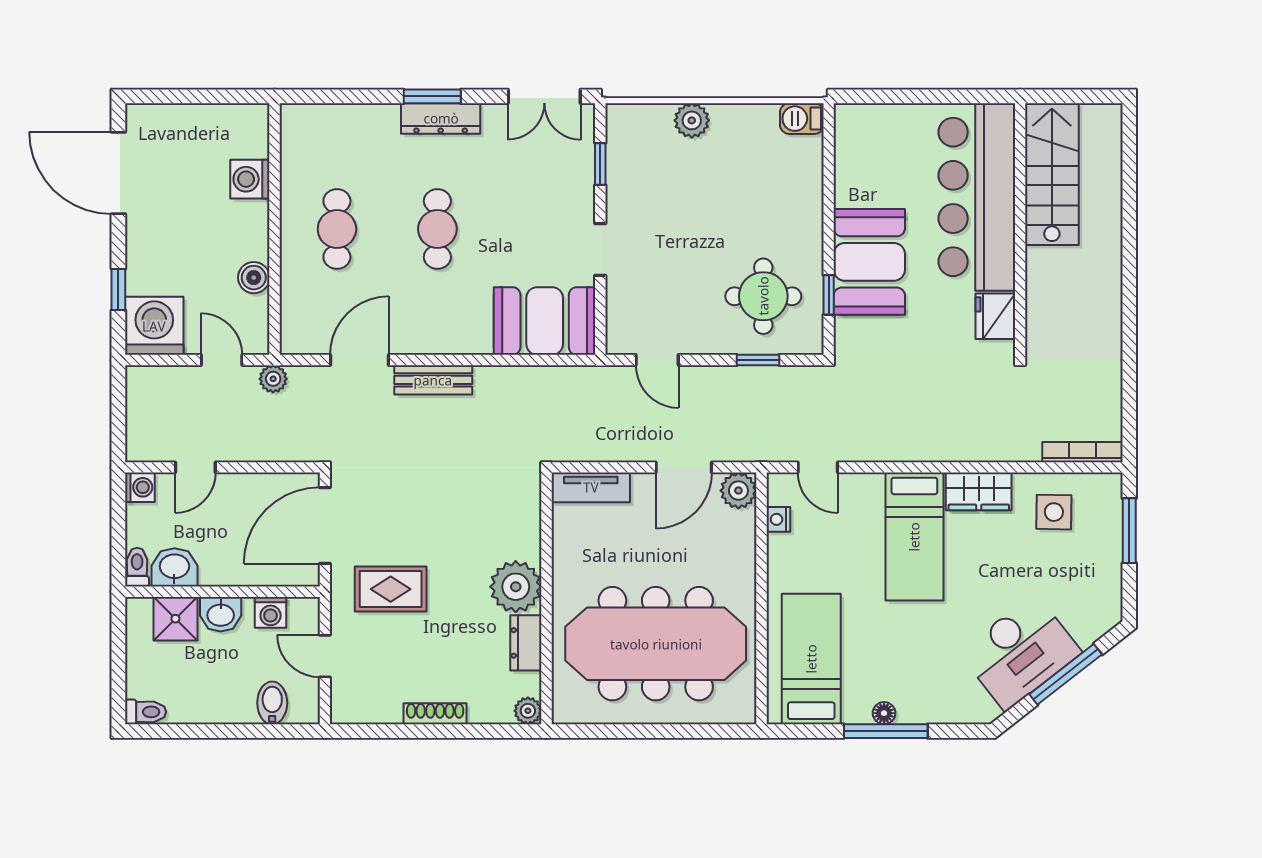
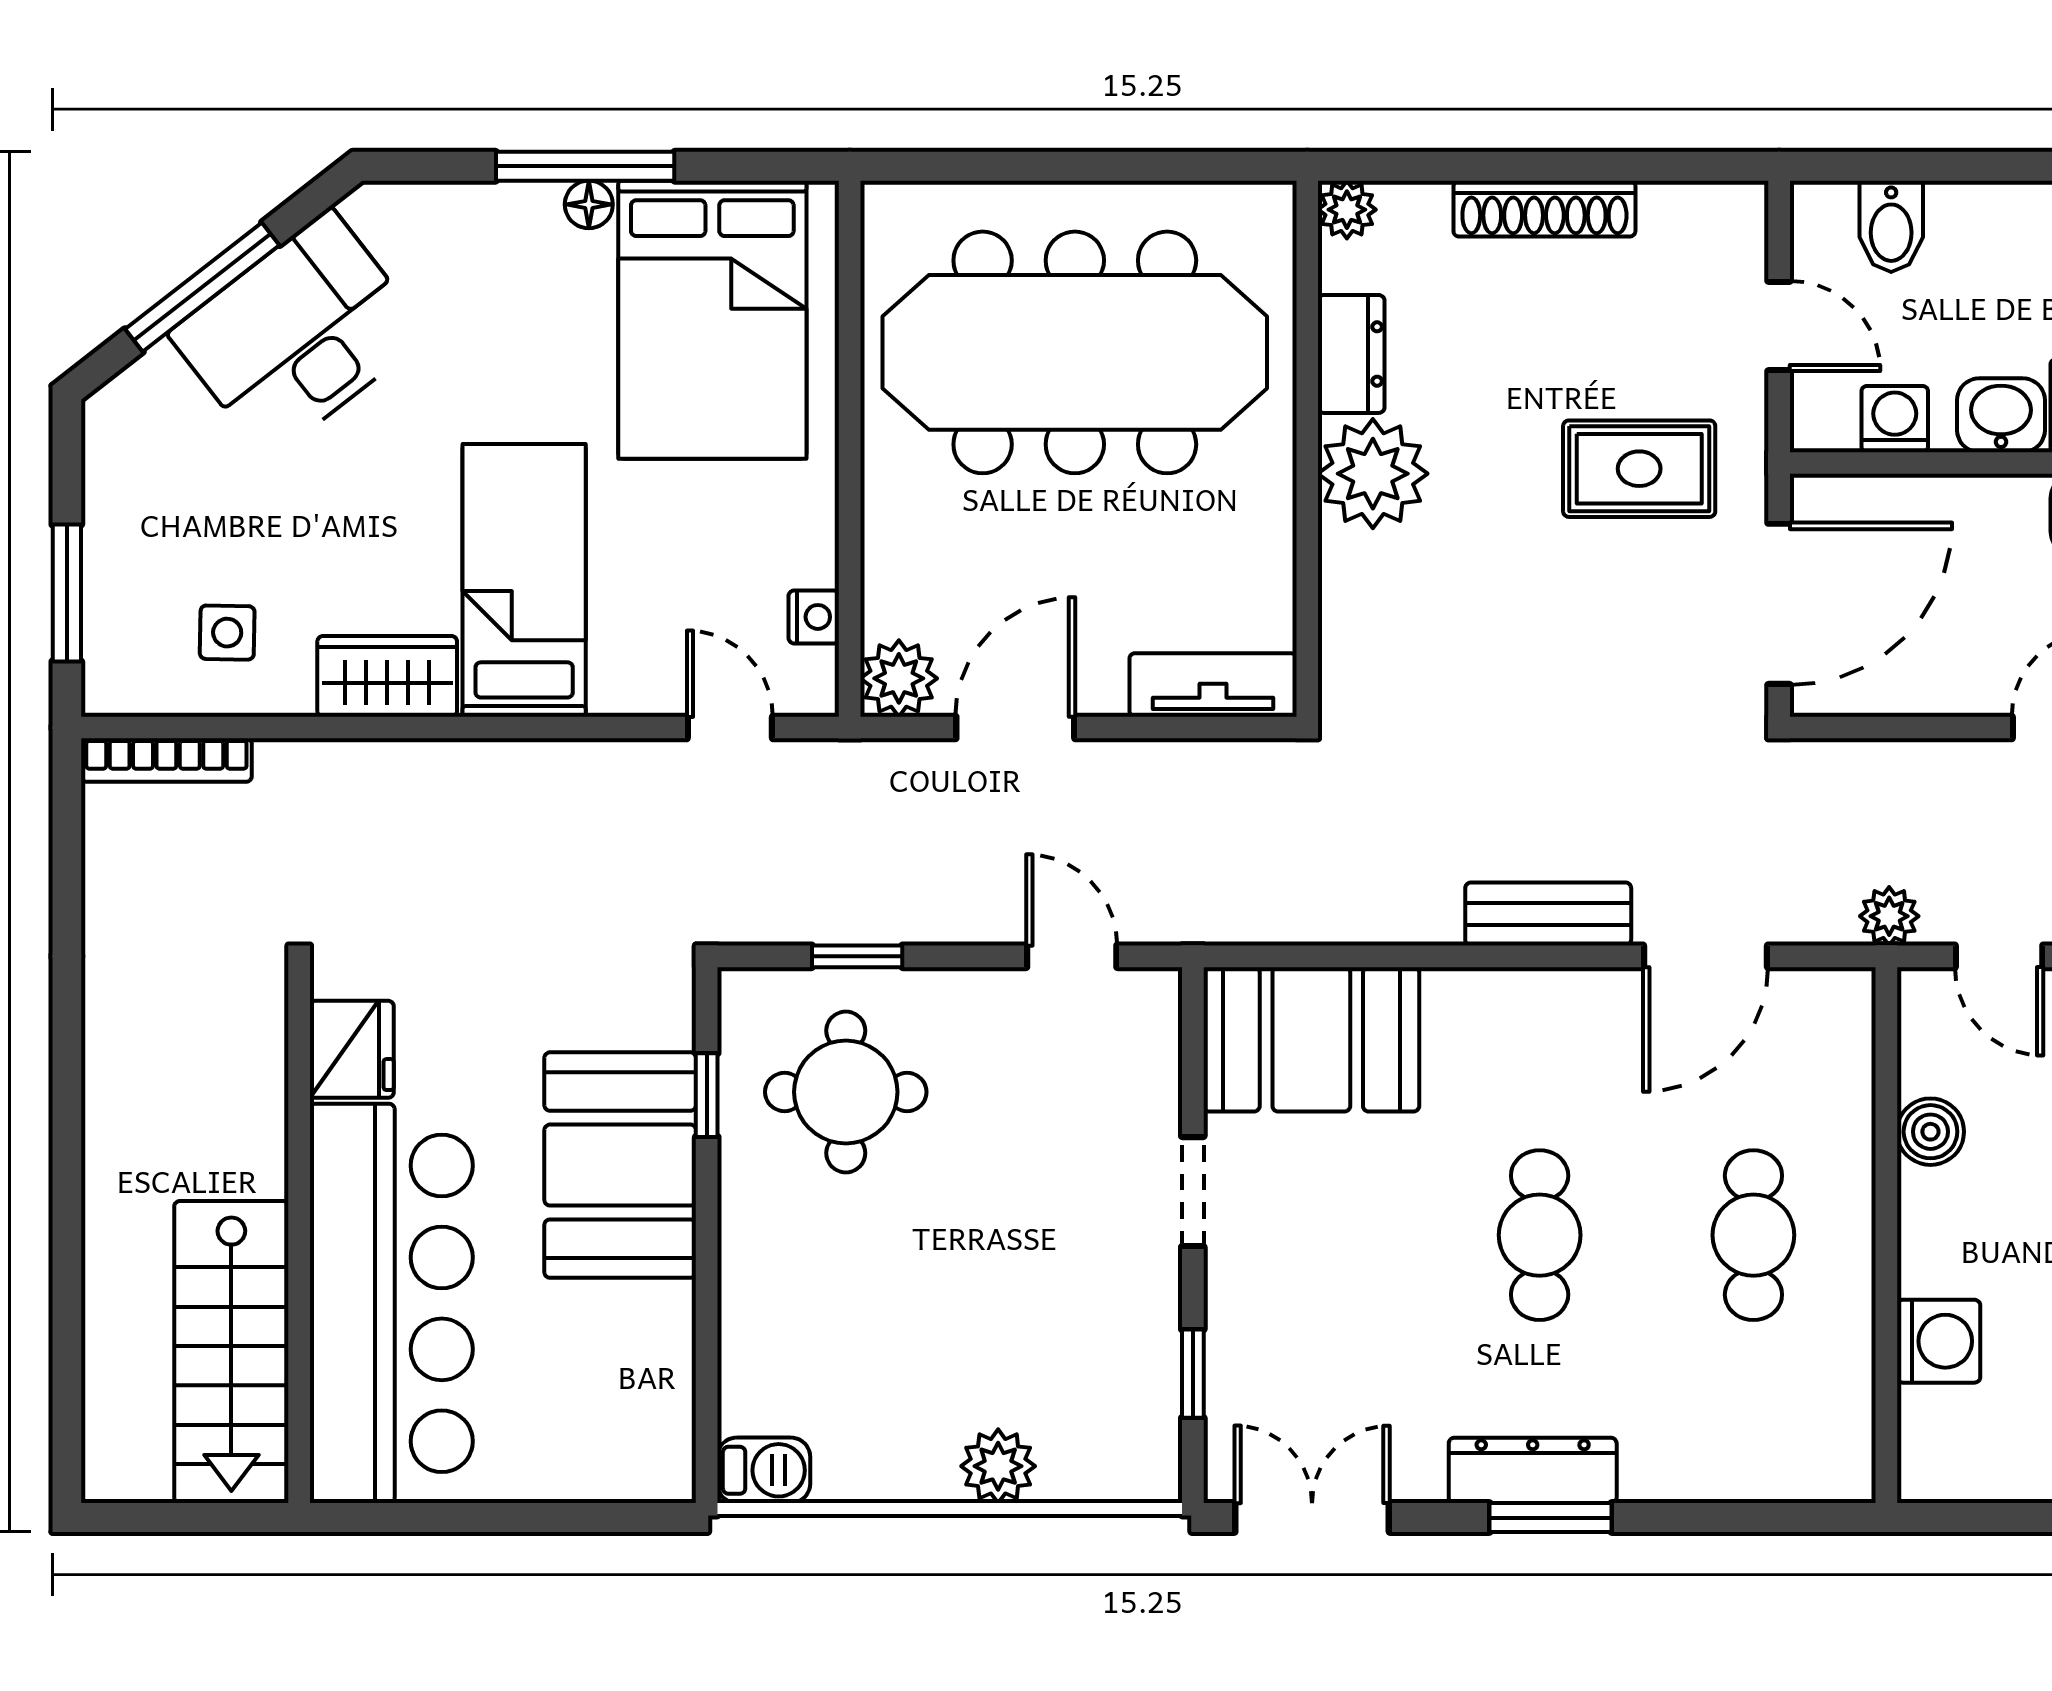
side table: (1054, 512) -> (227, 633), width x0.73, depth x0.73
bed: (811, 659) -> (712, 320), width x1.50
shoe rack: (435, 714) -> (1544, 209), width x1.36, depth x1.24

